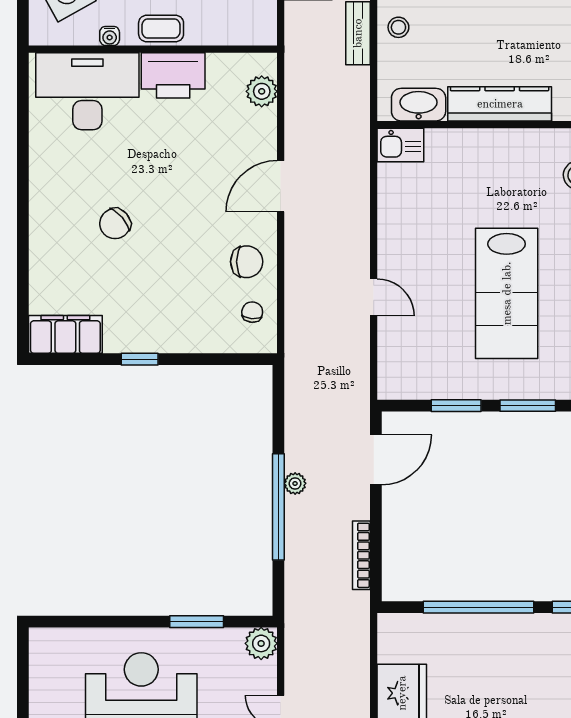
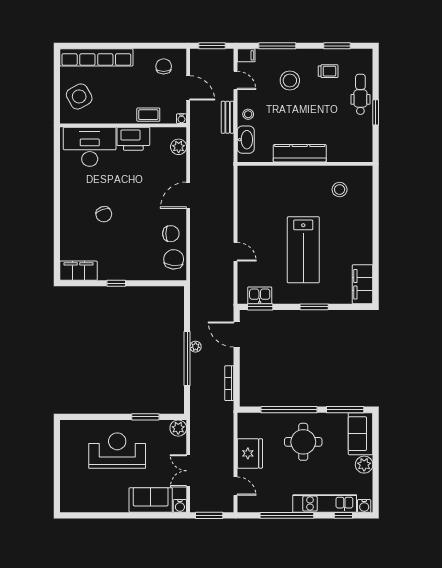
coffee table: (161, 29) -> (148, 115), moved
water cooler: (110, 36) -> (181, 119), moved
washbasin: (419, 105) -> (246, 140), moved, turned 90
kitchen sink: (400, 145) -> (260, 295), moved, turned 180
chair: (115, 224) -> (104, 214), turned -68
chair: (252, 312) -> (174, 259), width x1.87, depth x1.87
window: (456, 406) -> (260, 307), moved
door: (376, 460) -> (237, 335), swing flipped
round table: (507, 670) -> (303, 442), added

